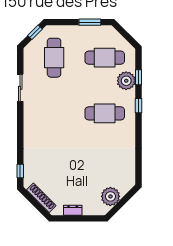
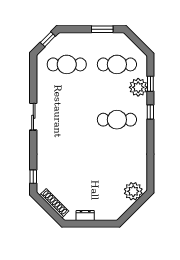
cafe table: (54, 58) -> (67, 64), turned 90
sliding door: (20, 88) -> (33, 117), moved
plant: (110, 196) -> (133, 191), moved

